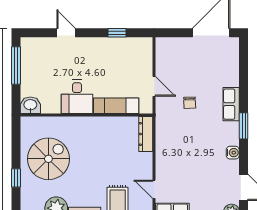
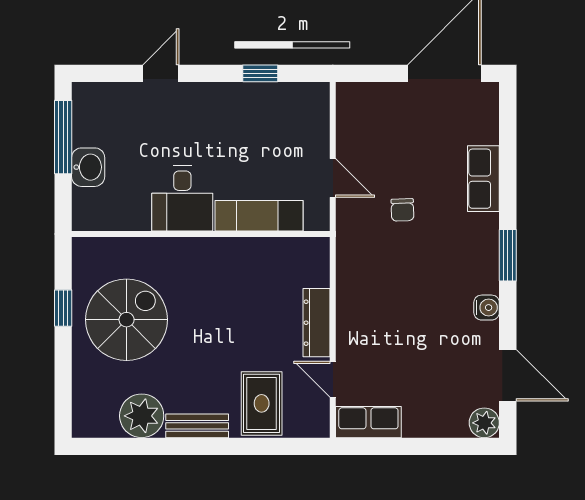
door: (66, 33) -> (161, 73), hinge flipped
row of seats: (231, 104) -> (483, 179), moved
washbasin: (30, 105) -> (88, 167), moved, turned 90
dresser: (146, 134) -> (317, 323), moved
window: (16, 178) -> (63, 308), moved

